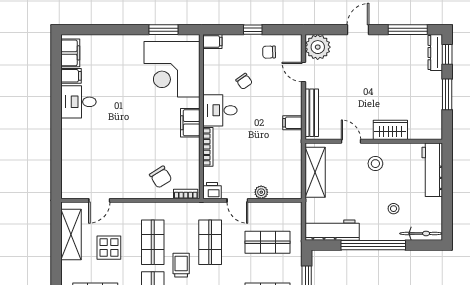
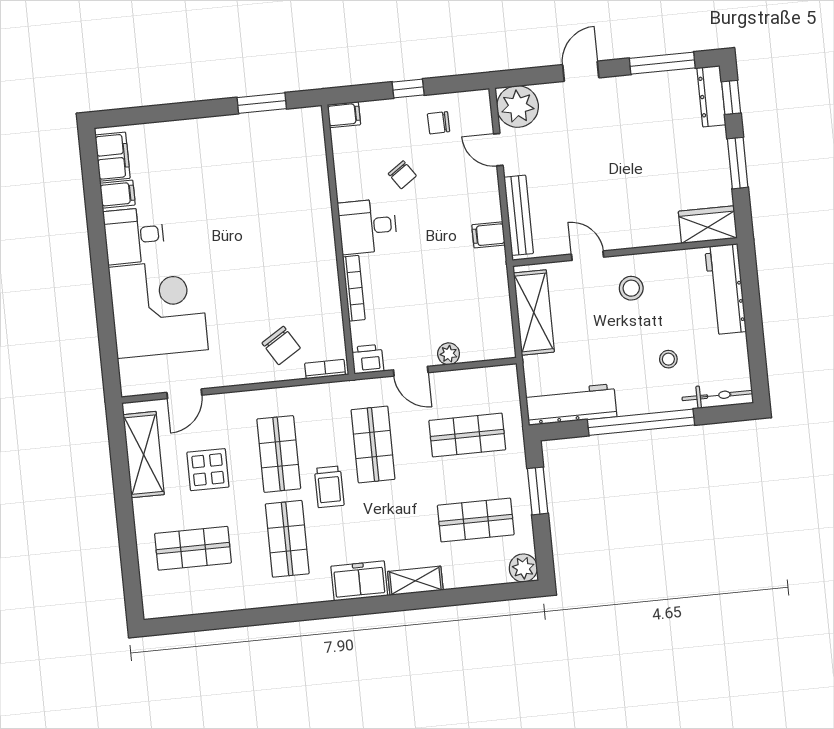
corner desk: (172, 69) -> (158, 308), moved, turned 180
filing cabinet: (190, 123) -> (321, 252), removed
wardrobe: (390, 130) -> (708, 225), moved
trolley: (181, 265) -> (329, 487), turned 180

